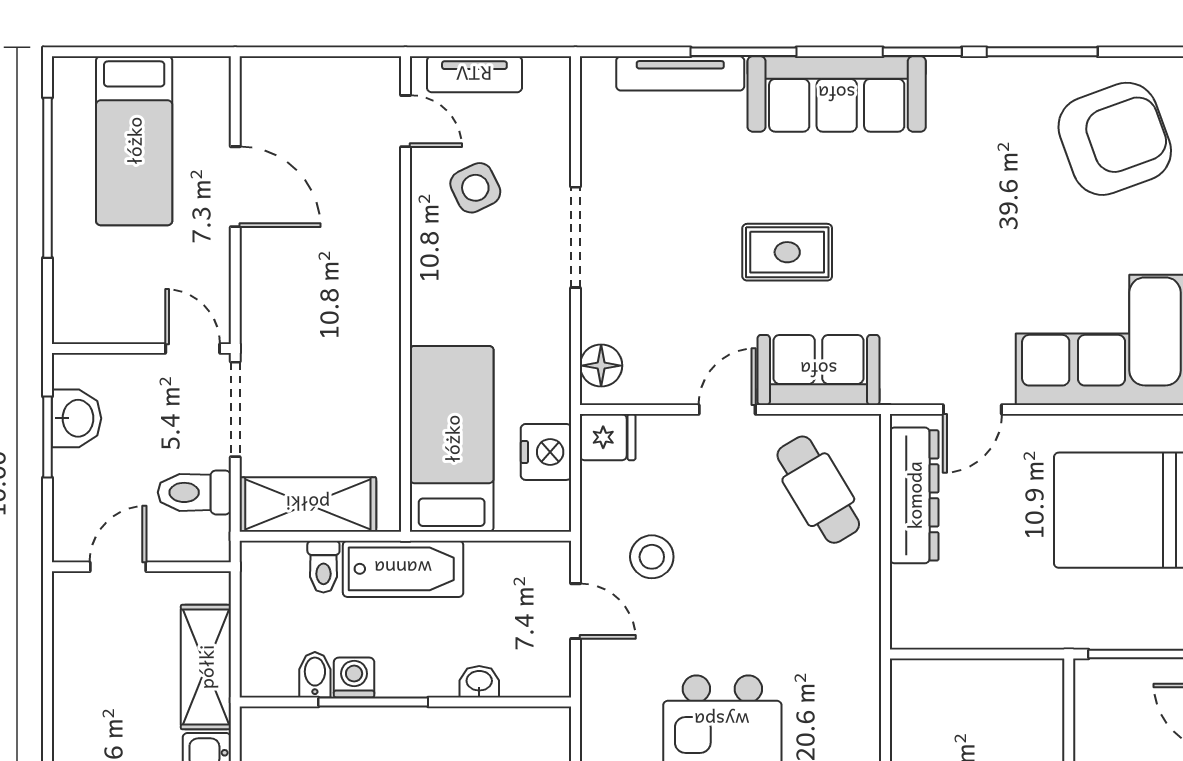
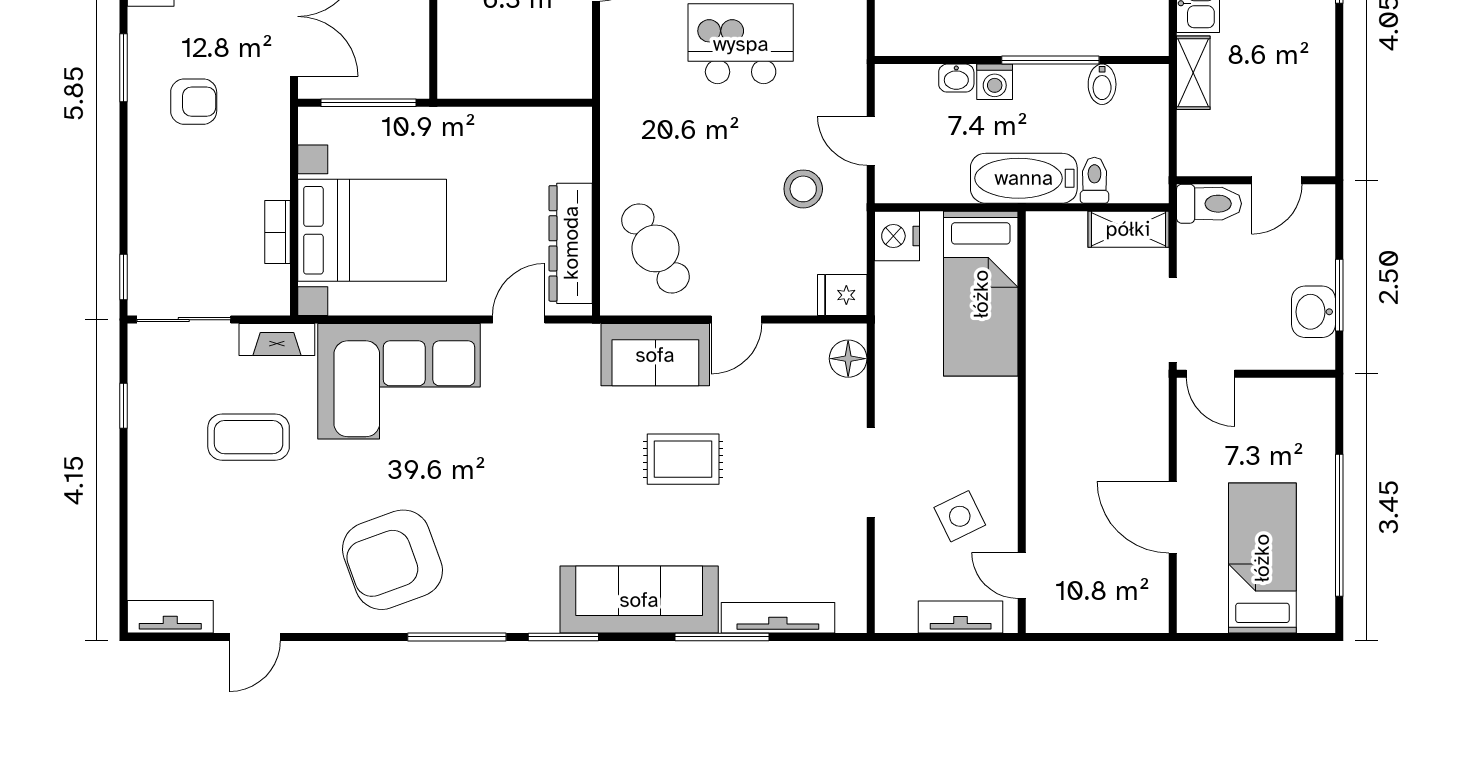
nightstand: (546, 452) -> (897, 236), moved
toilet: (194, 492) -> (1209, 204), moved
shelving: (308, 504) -> (1128, 229), width x0.67, depth x0.75
shelving: (206, 667) -> (1193, 73), width x0.67, depth x0.75
washing machine: (354, 678) -> (995, 82), moved

